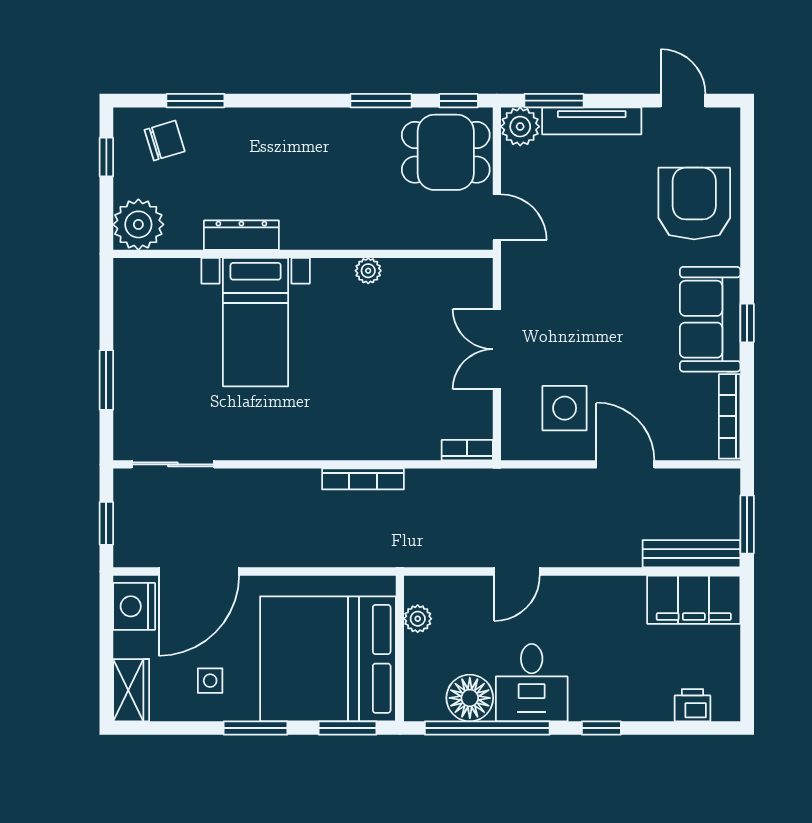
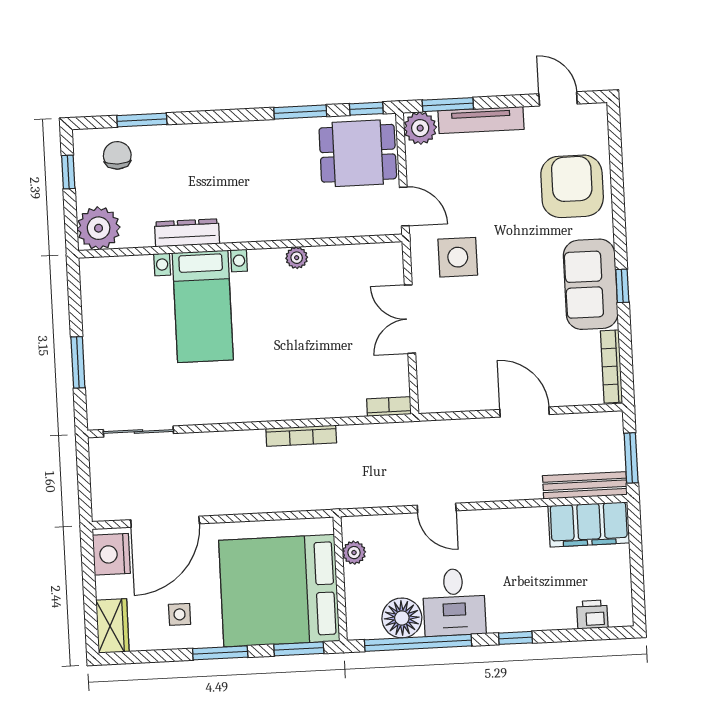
chair: (165, 141) -> (117, 155), turned -73
side table: (565, 408) -> (458, 257), moved
window: (106, 523) -> (84, 485), removed
door: (517, 571) -> (437, 508), hinge flipped

